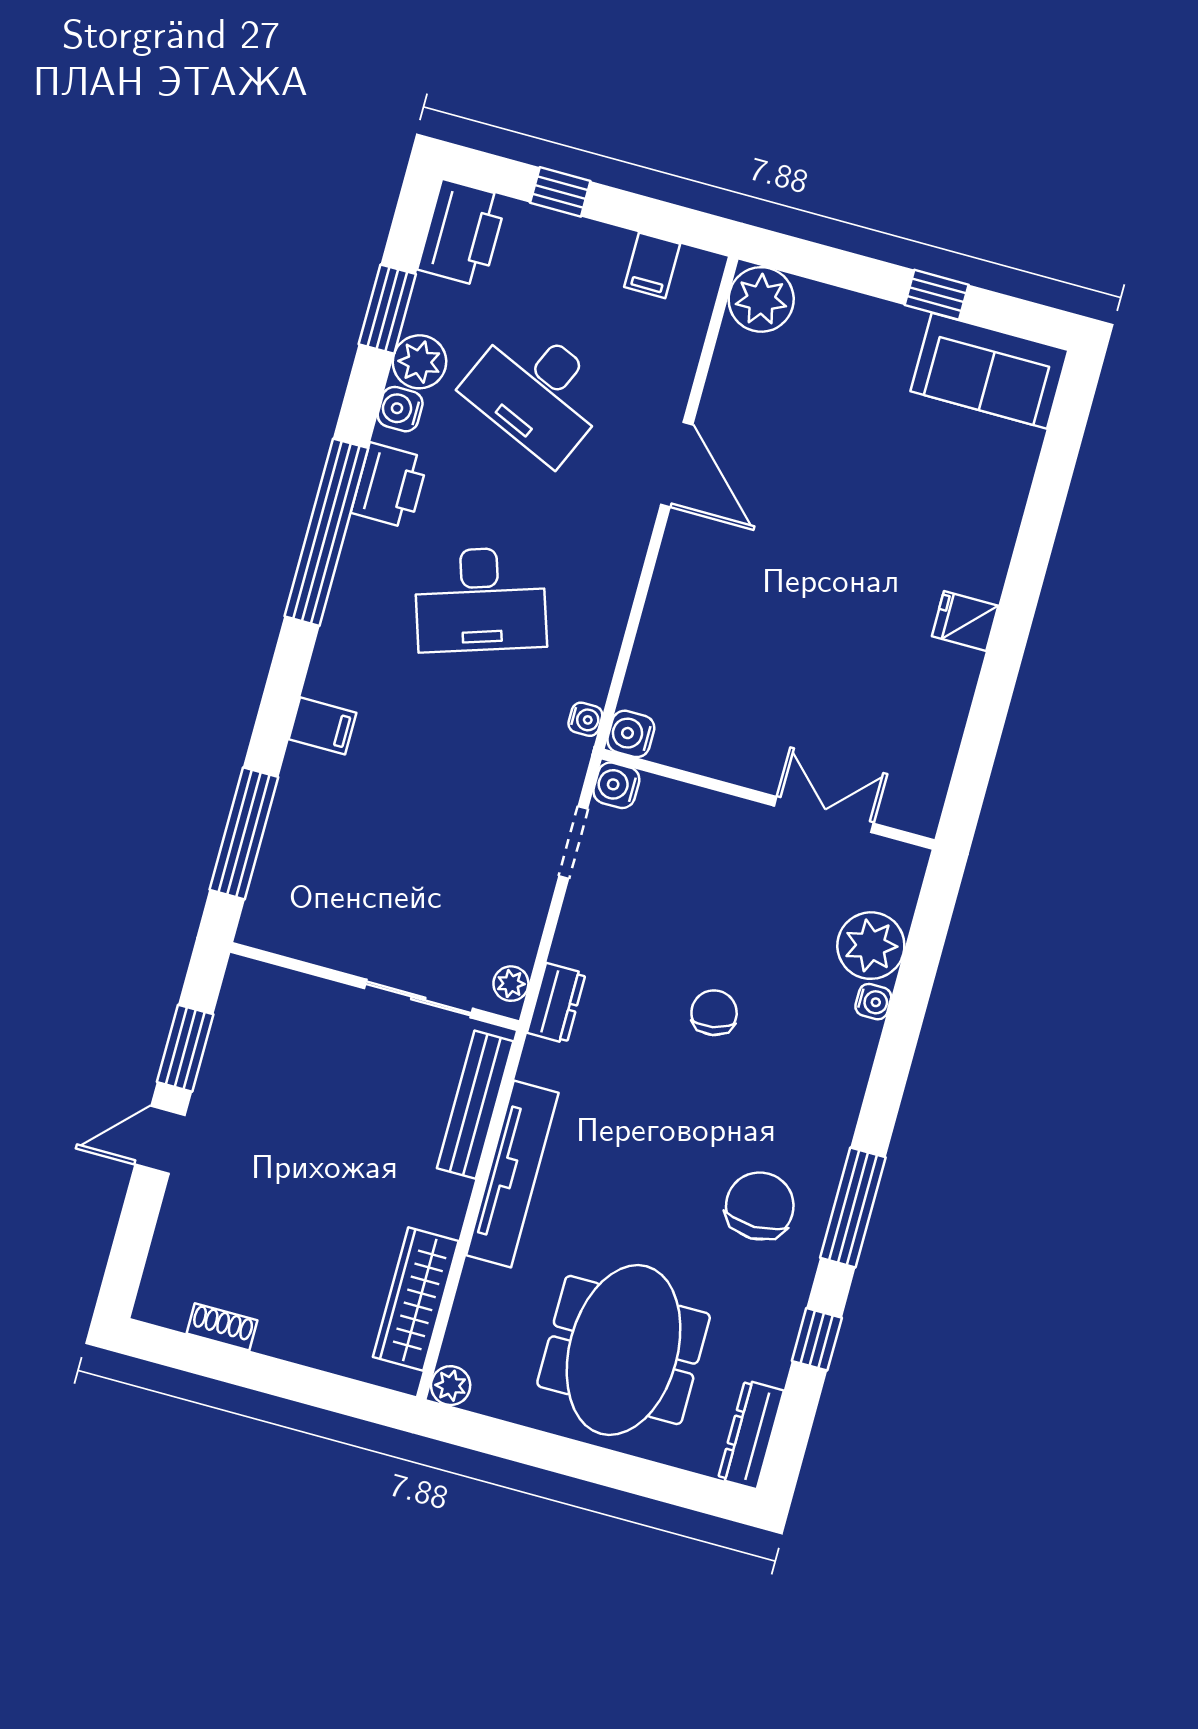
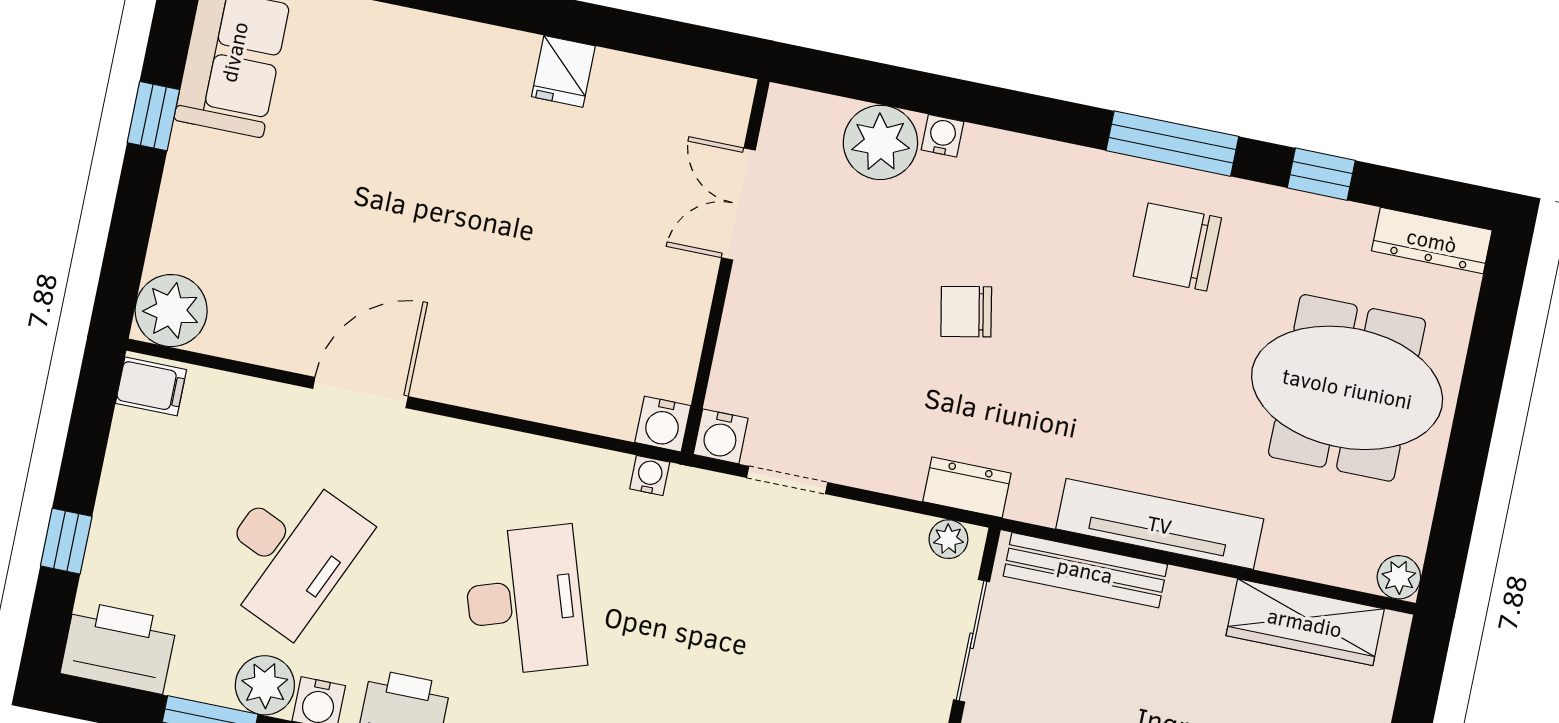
filing cabinet: (652, 265) -> (151, 386), moved
fridge: (965, 621) -> (563, 71), moved

